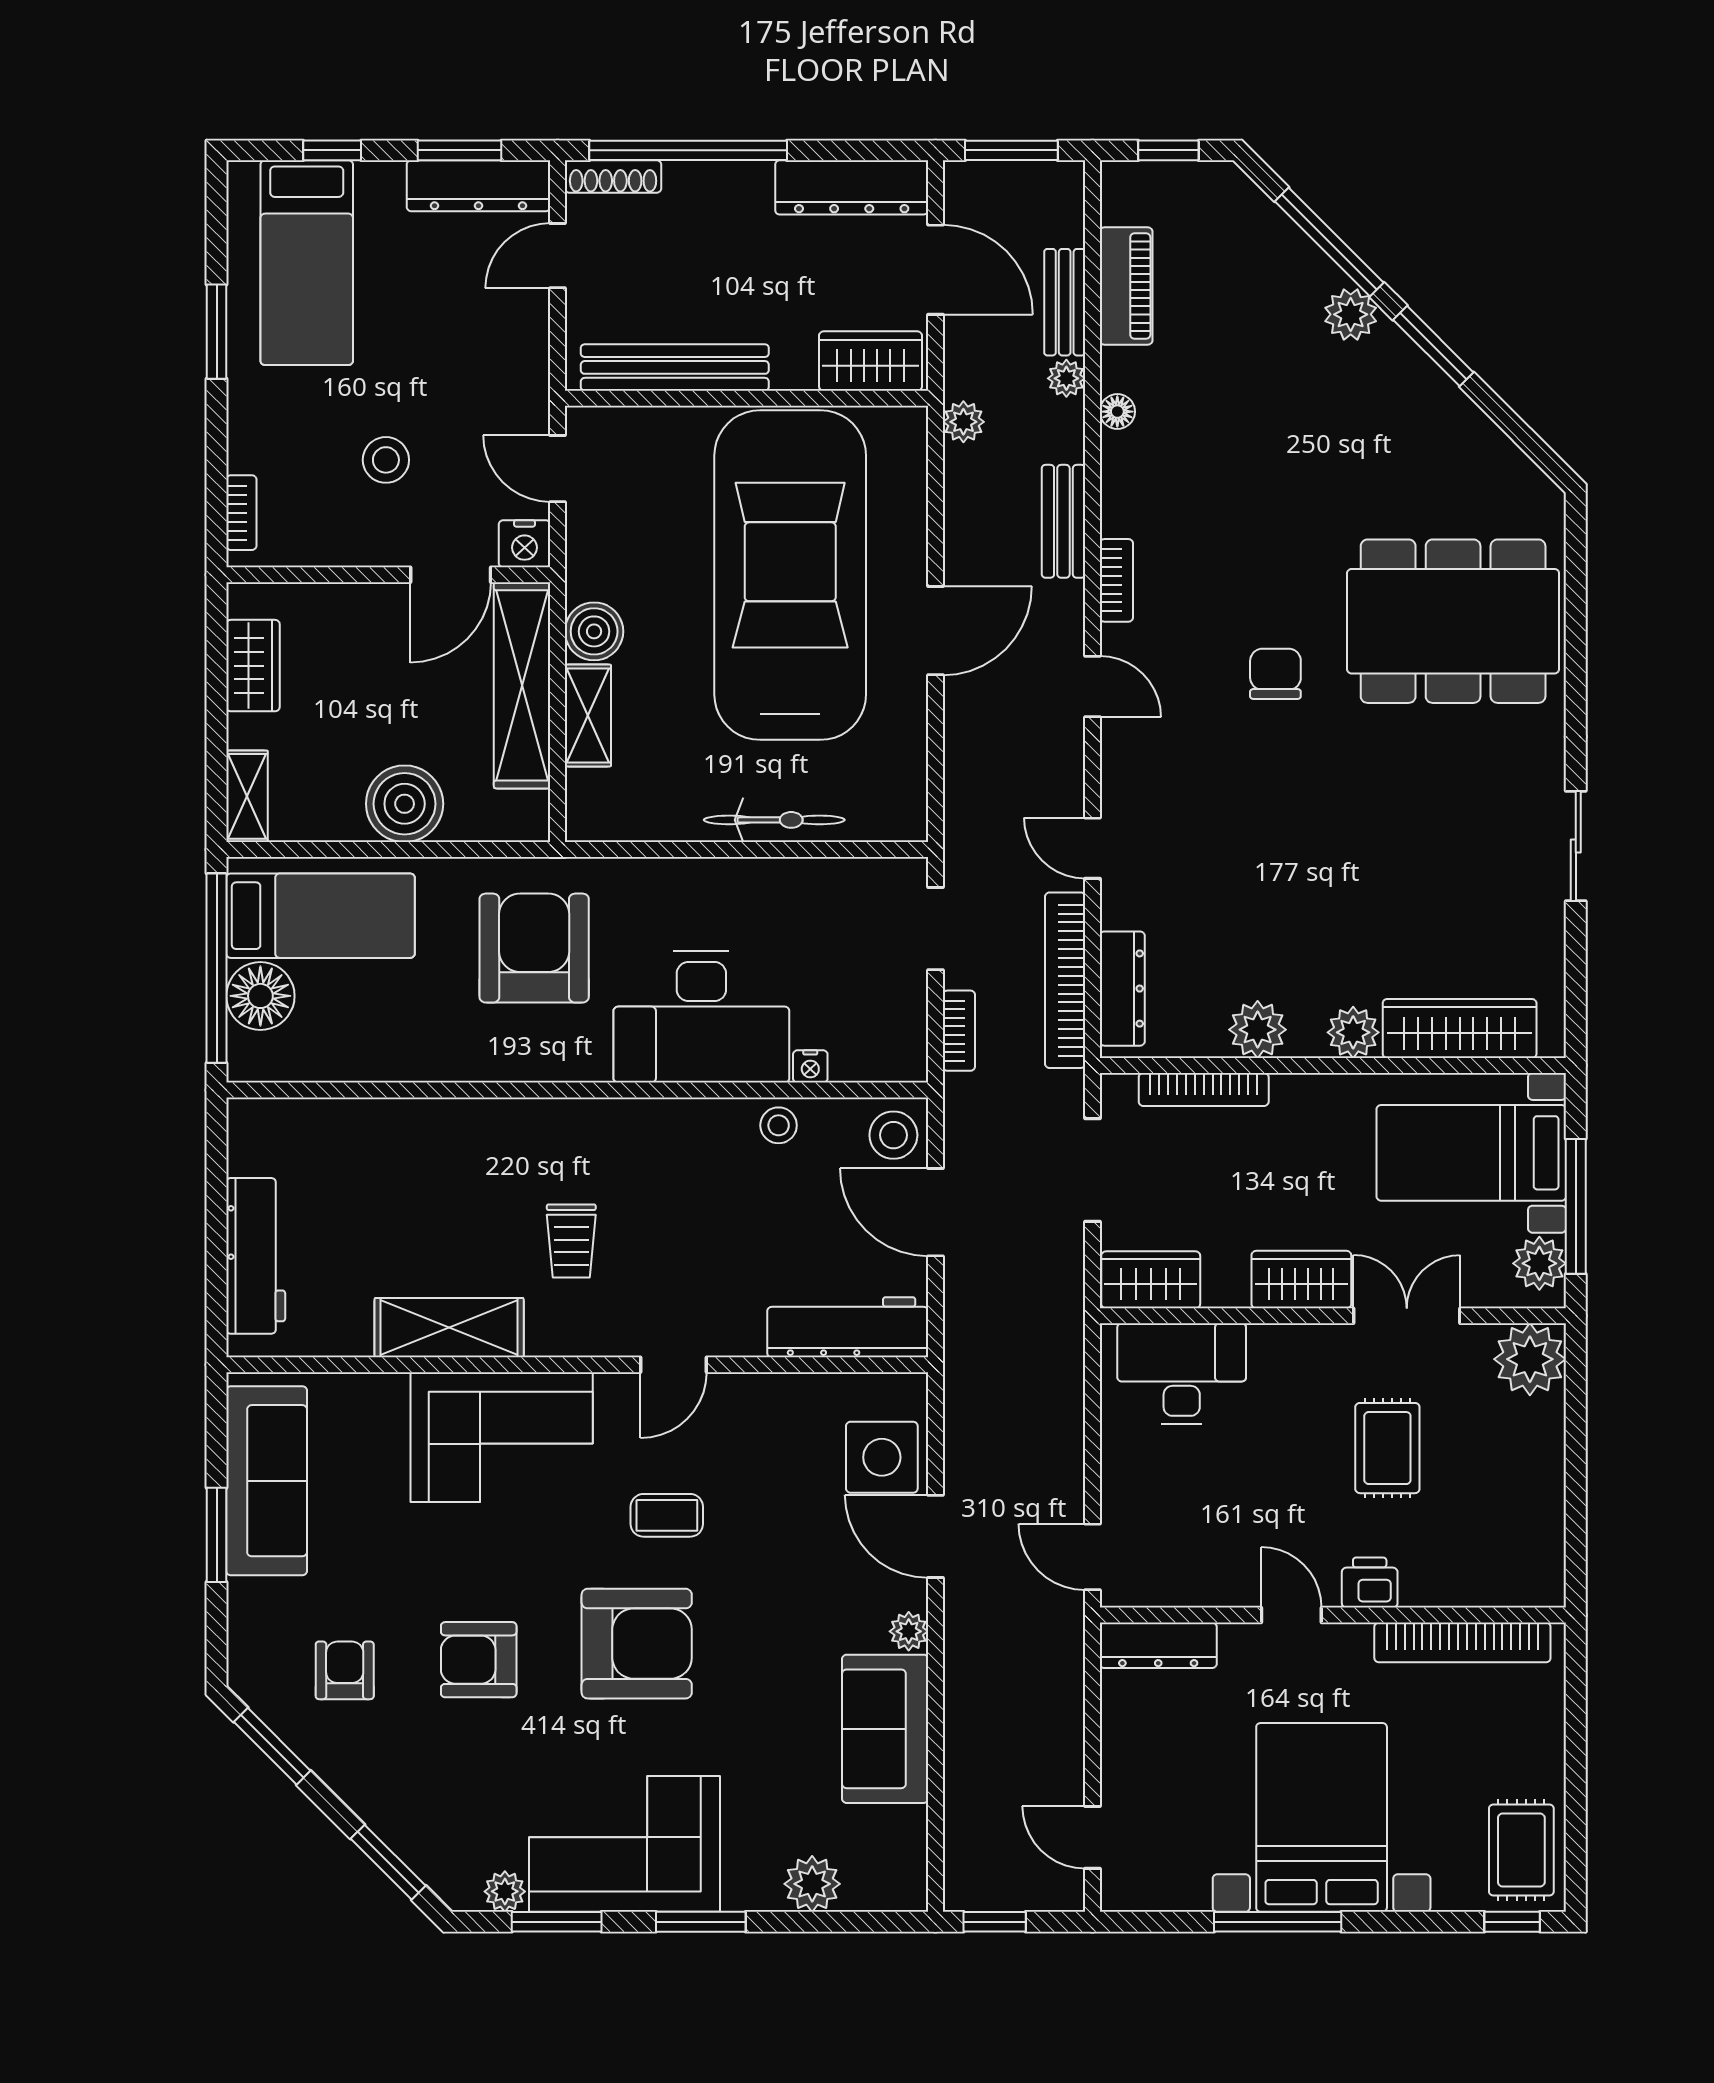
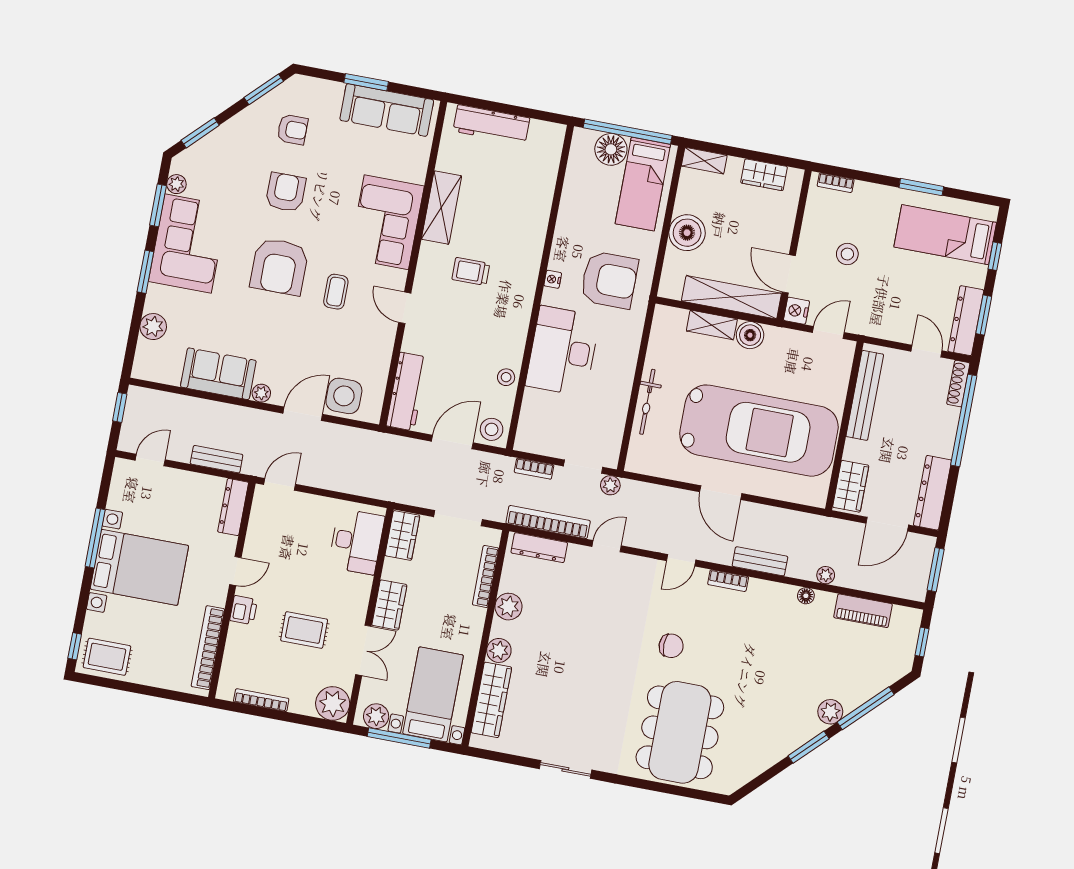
bench: (1065, 302) -> (217, 459), moved
plant: (963, 422) -> (610, 485), moved
nightstand: (810, 1066) -> (553, 279), moved
bookcase: (1551, 1510) -> (261, 700), added

